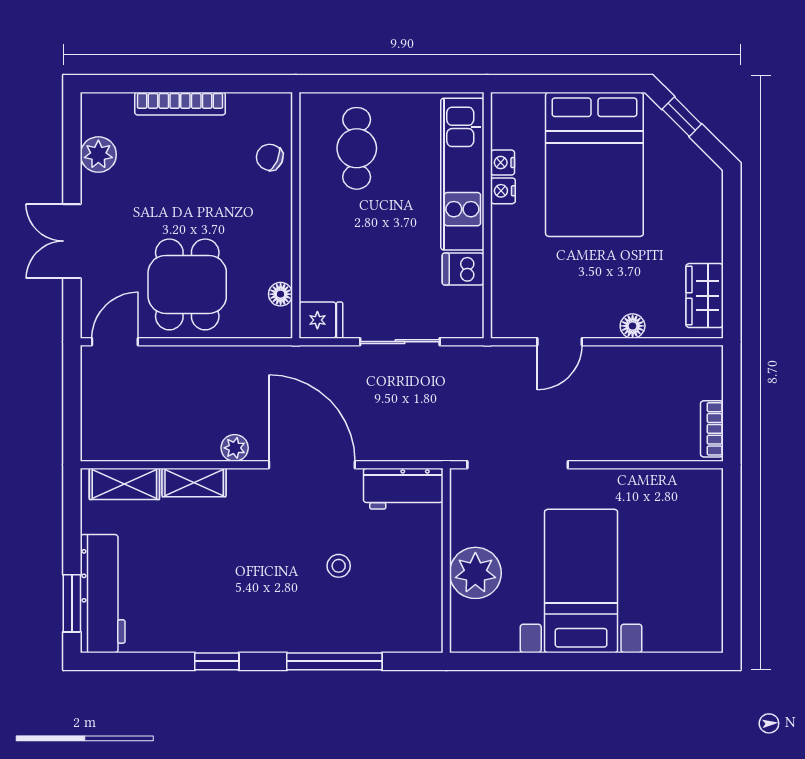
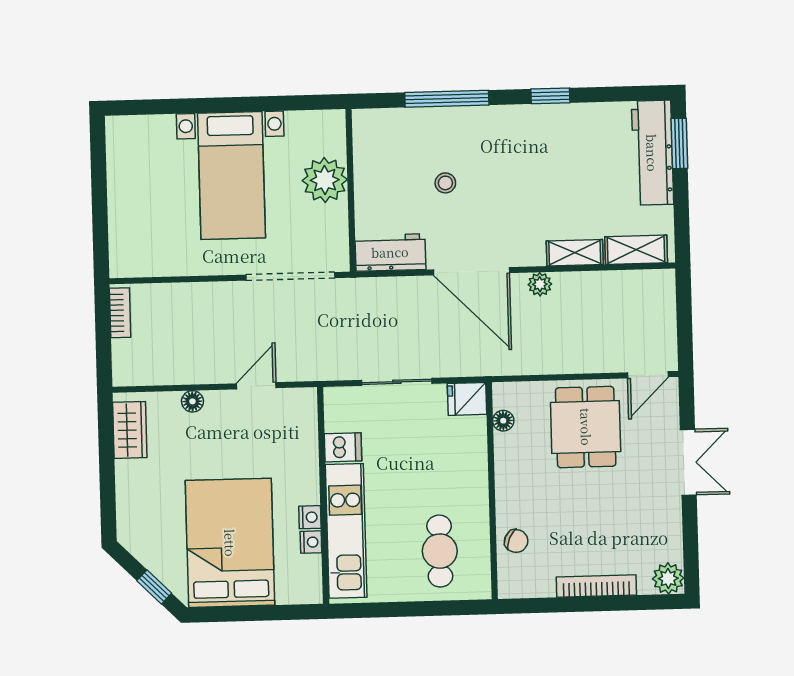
plant: (98, 155) -> (668, 578), moved

